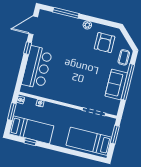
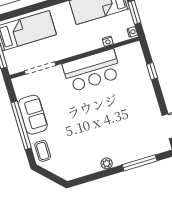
armchair: (105, 43) -> (75, 155), removed
window: (28, 48) -> (152, 71), moved
bar counter: (37, 67) -> (92, 70), moved, turned -90

